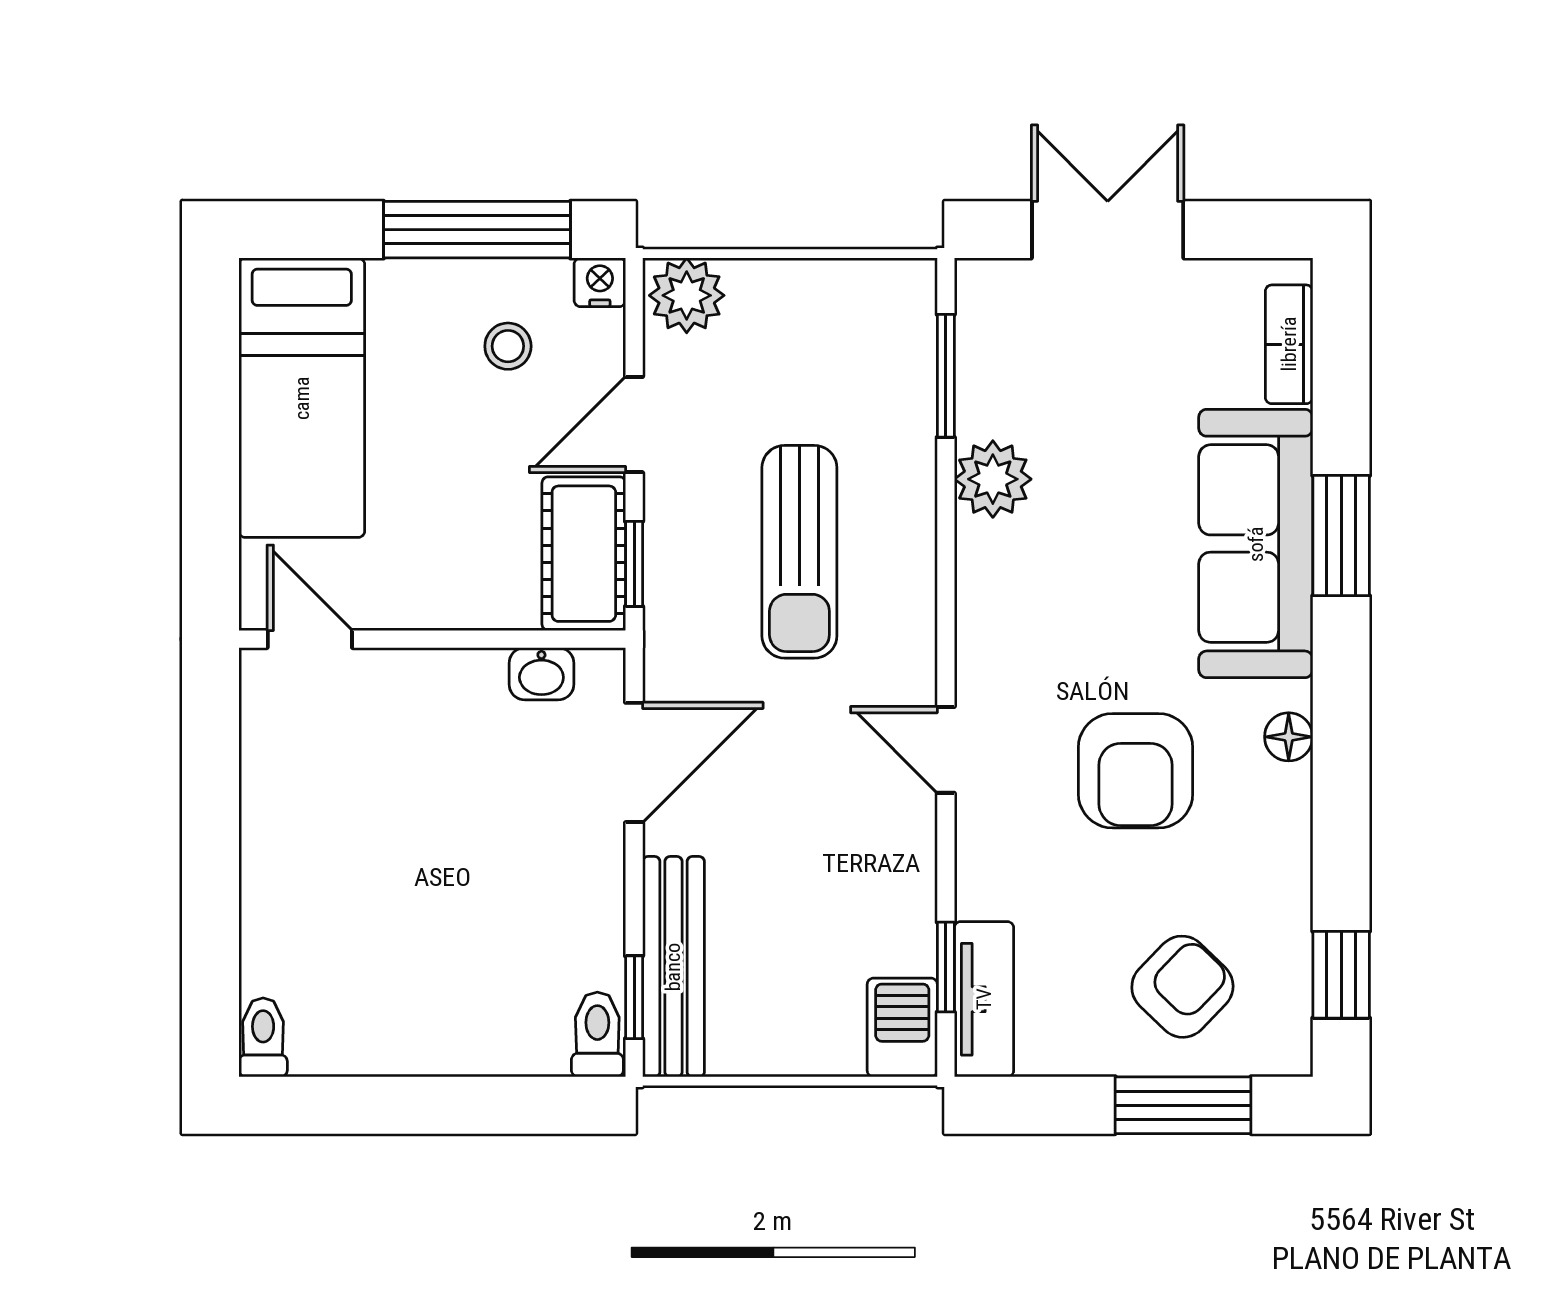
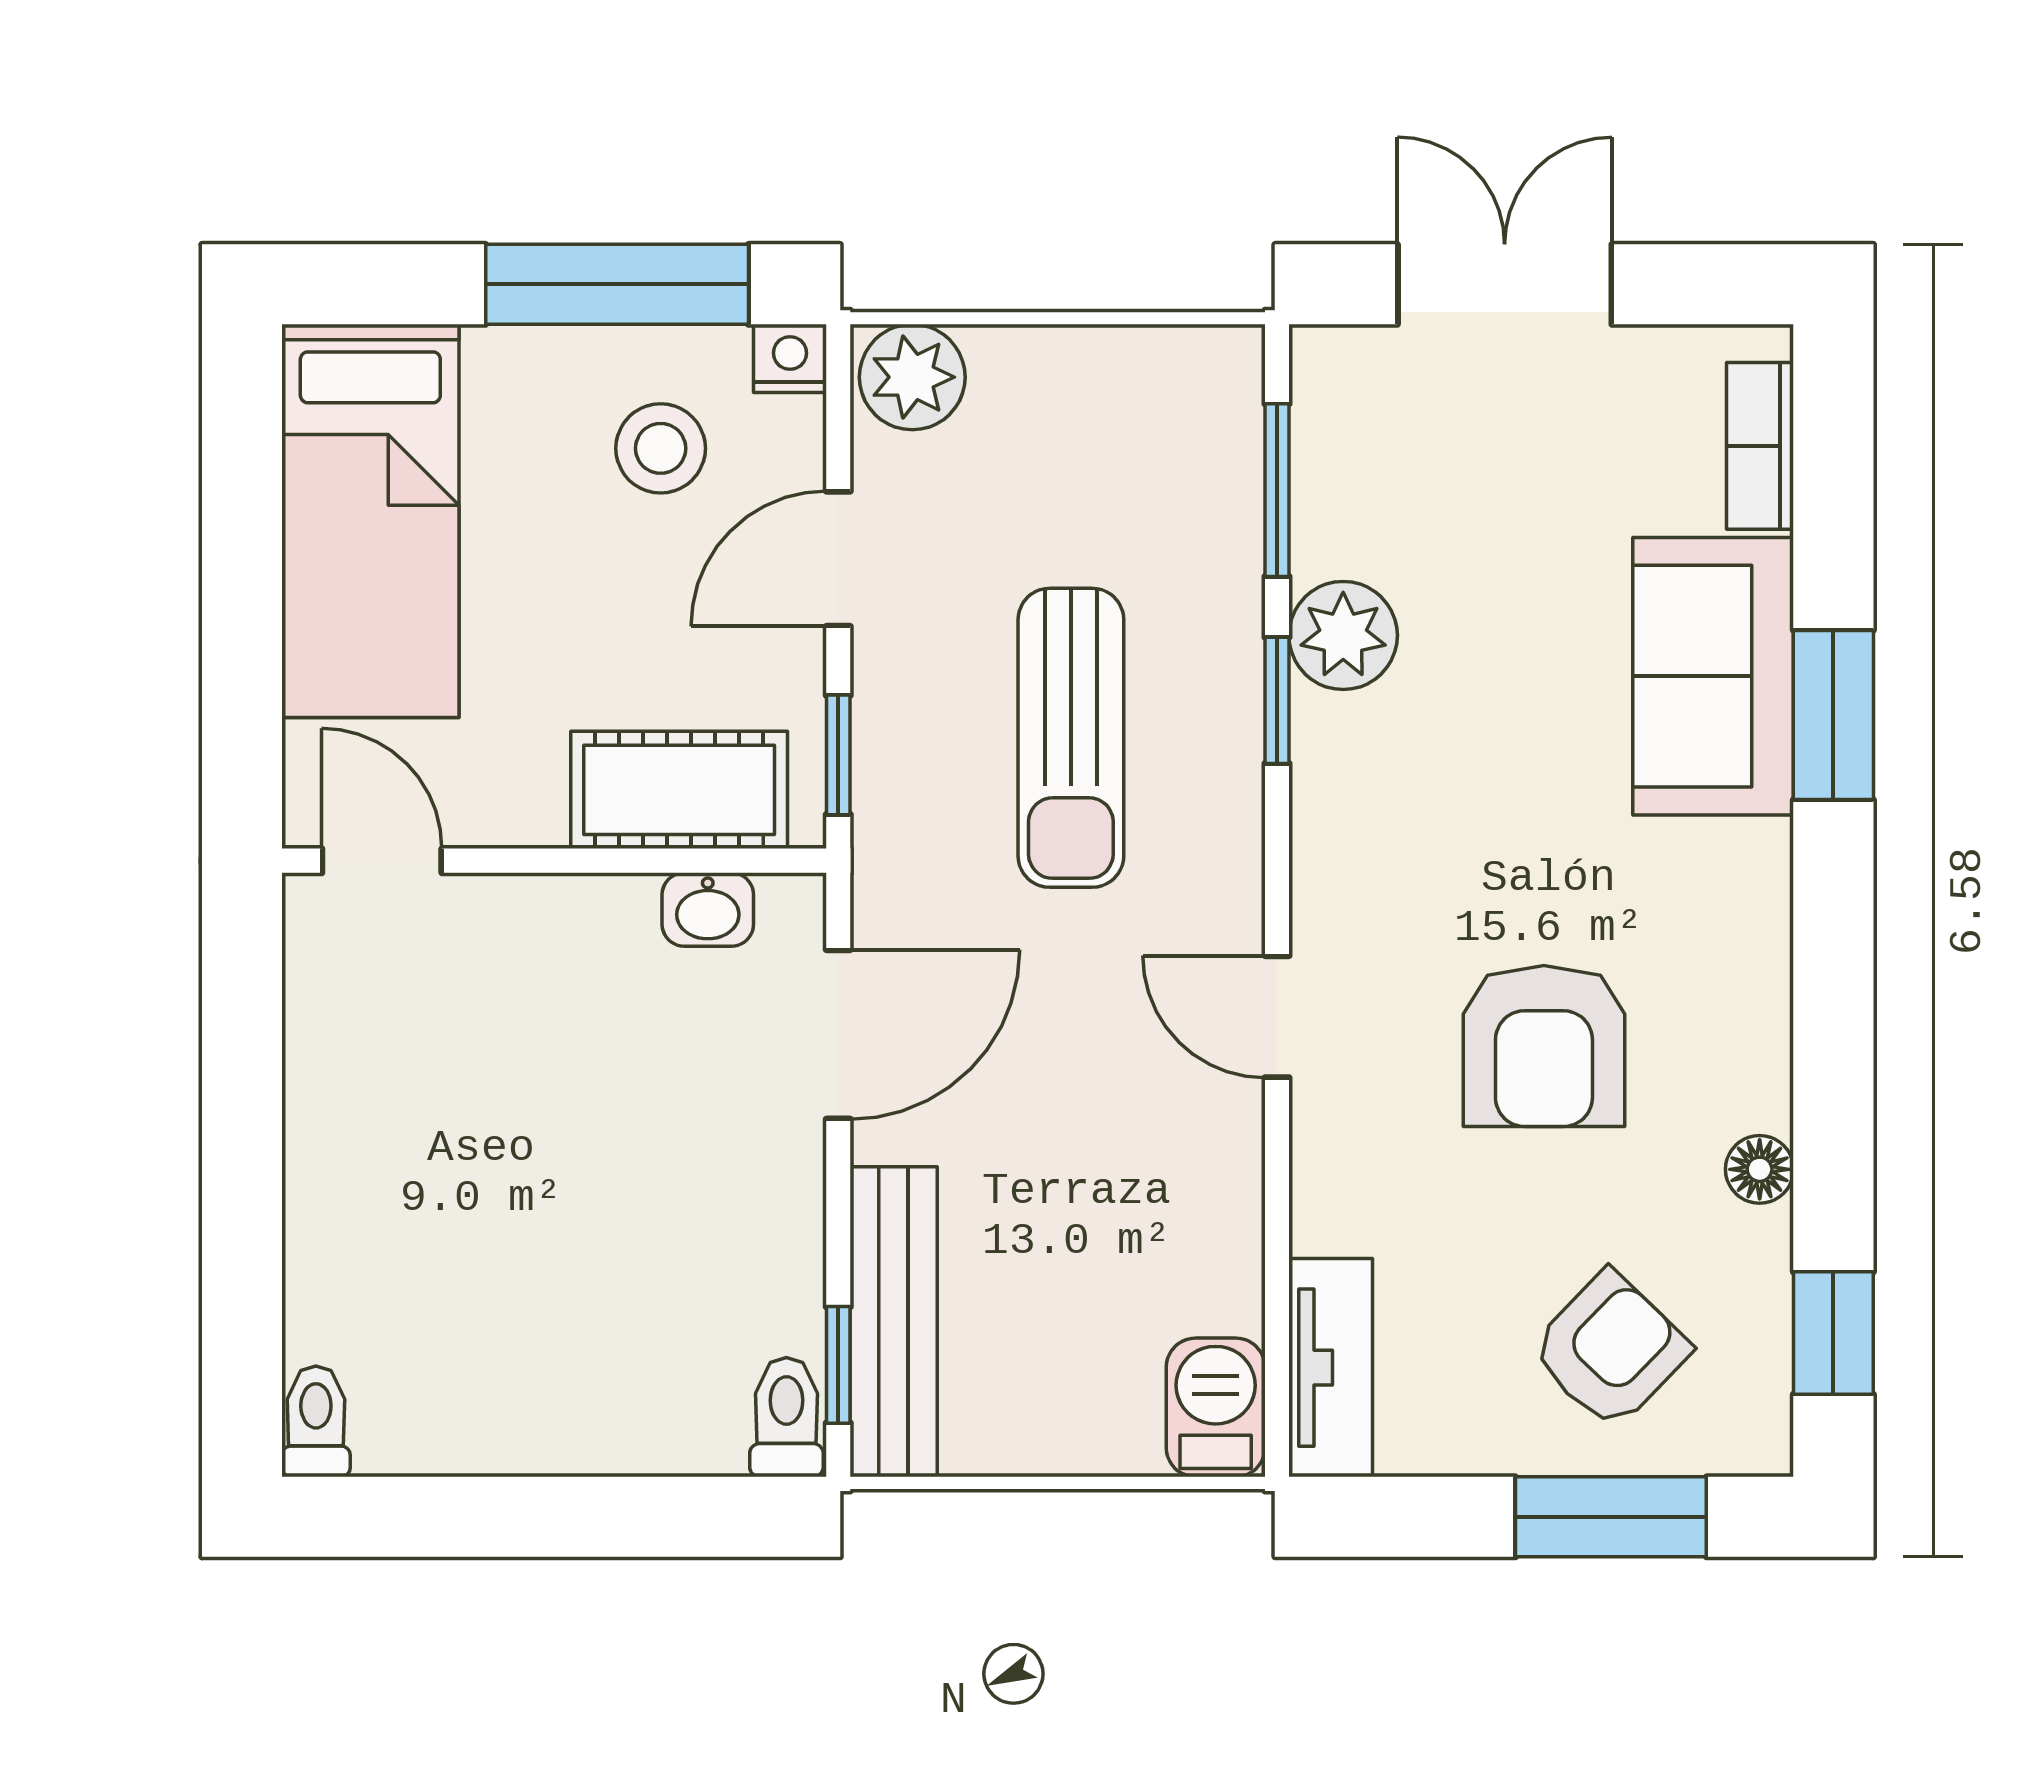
stool: (508, 346) -> (661, 448), width x1.37, depth x1.37
sofa: (1256, 544) -> (1713, 676), width x0.73
cot: (584, 554) -> (679, 790), moved, turned 90
floor lamp: (1289, 737) -> (1760, 1169), moved
window: (946, 967) -> (1277, 700), moved

